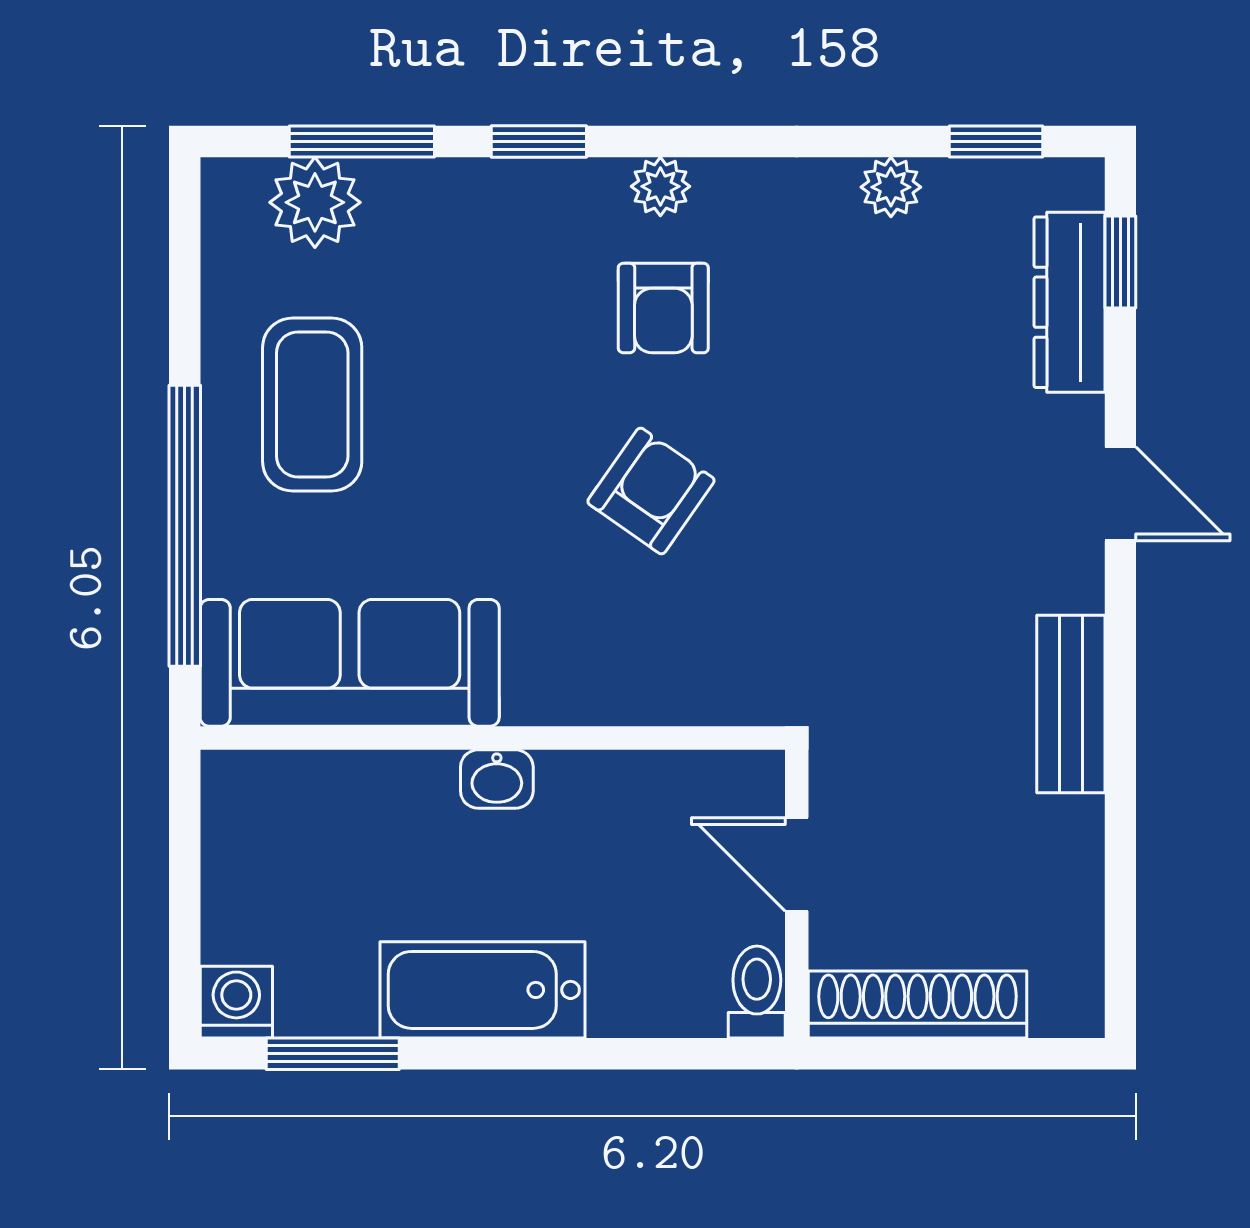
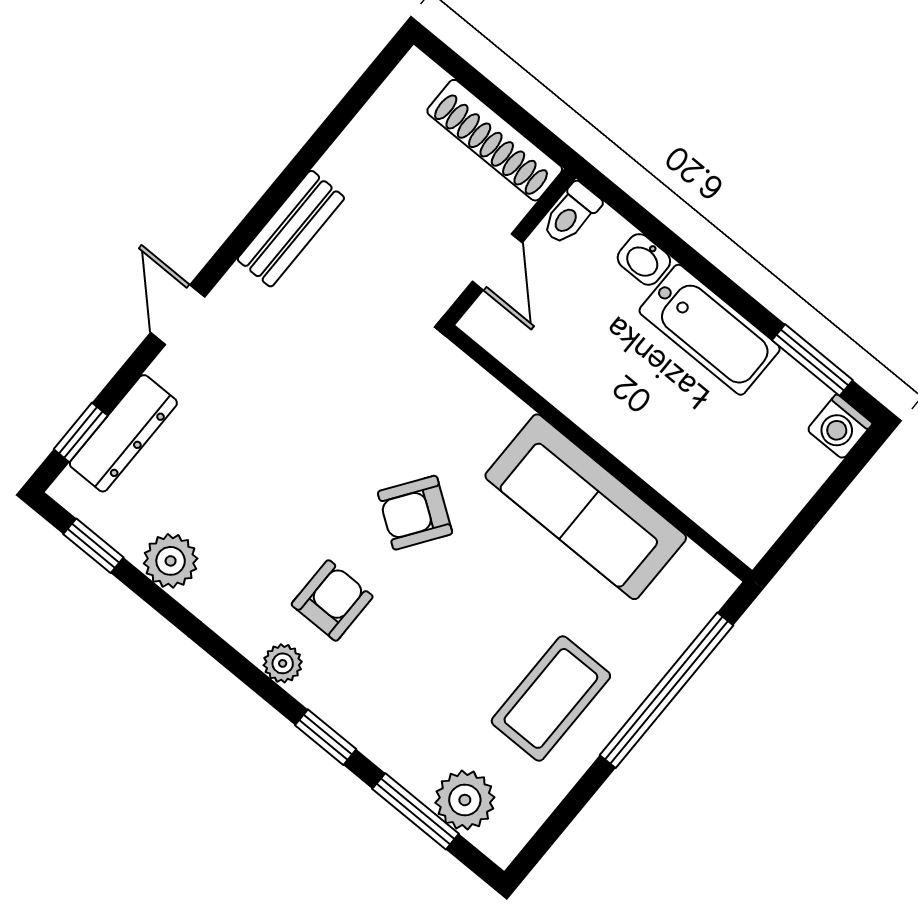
plant: (891, 187) -> (171, 561), width x1.38, depth x1.38
sofa: (350, 663) -> (586, 507), moved
washbasin: (497, 779) -> (644, 259), moved, turned 180

